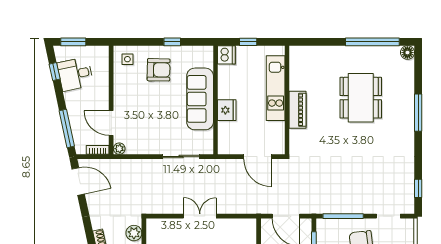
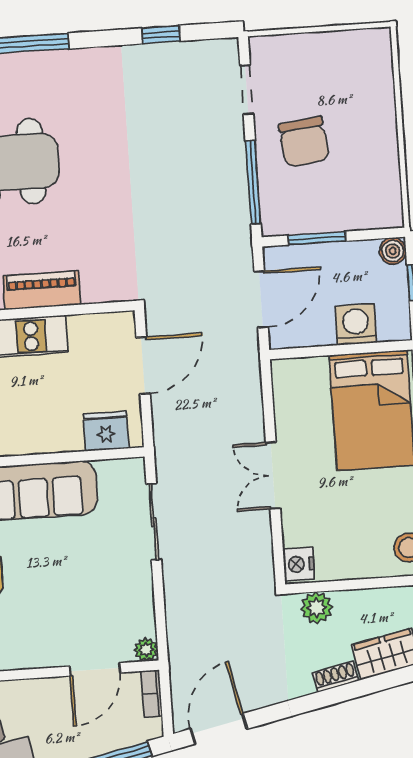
fridge: (227, 110) -> (106, 431), moved
window: (418, 188) -> (161, 35), moved
nightstand: (156, 226) -> (299, 564), added

